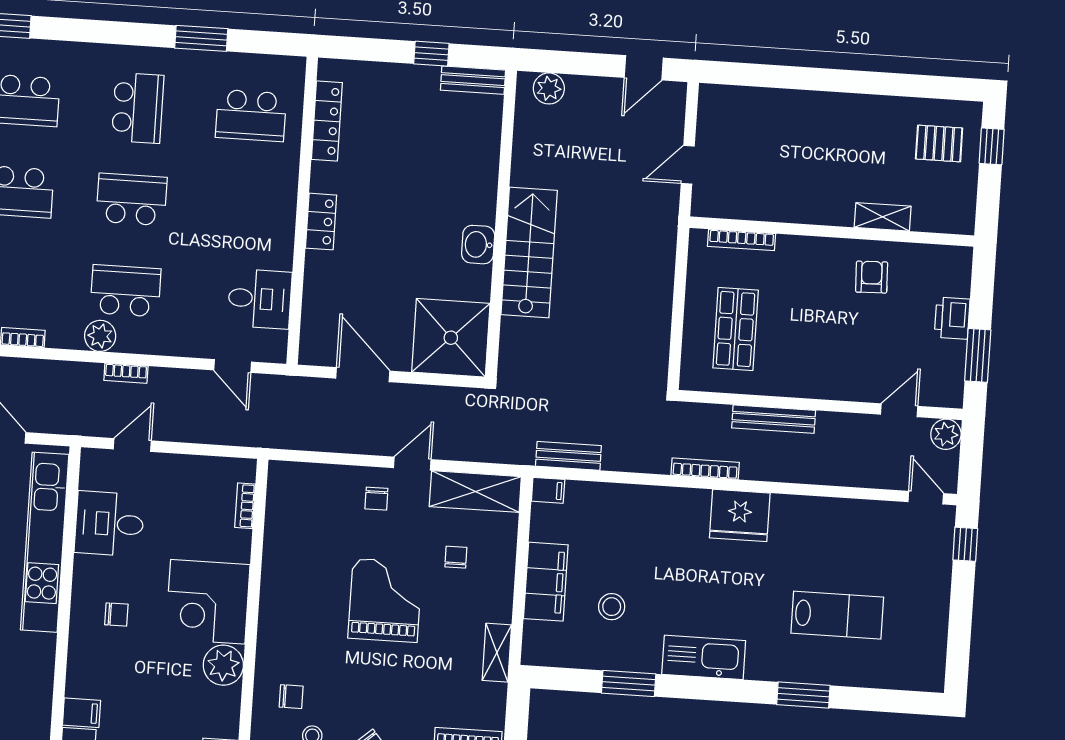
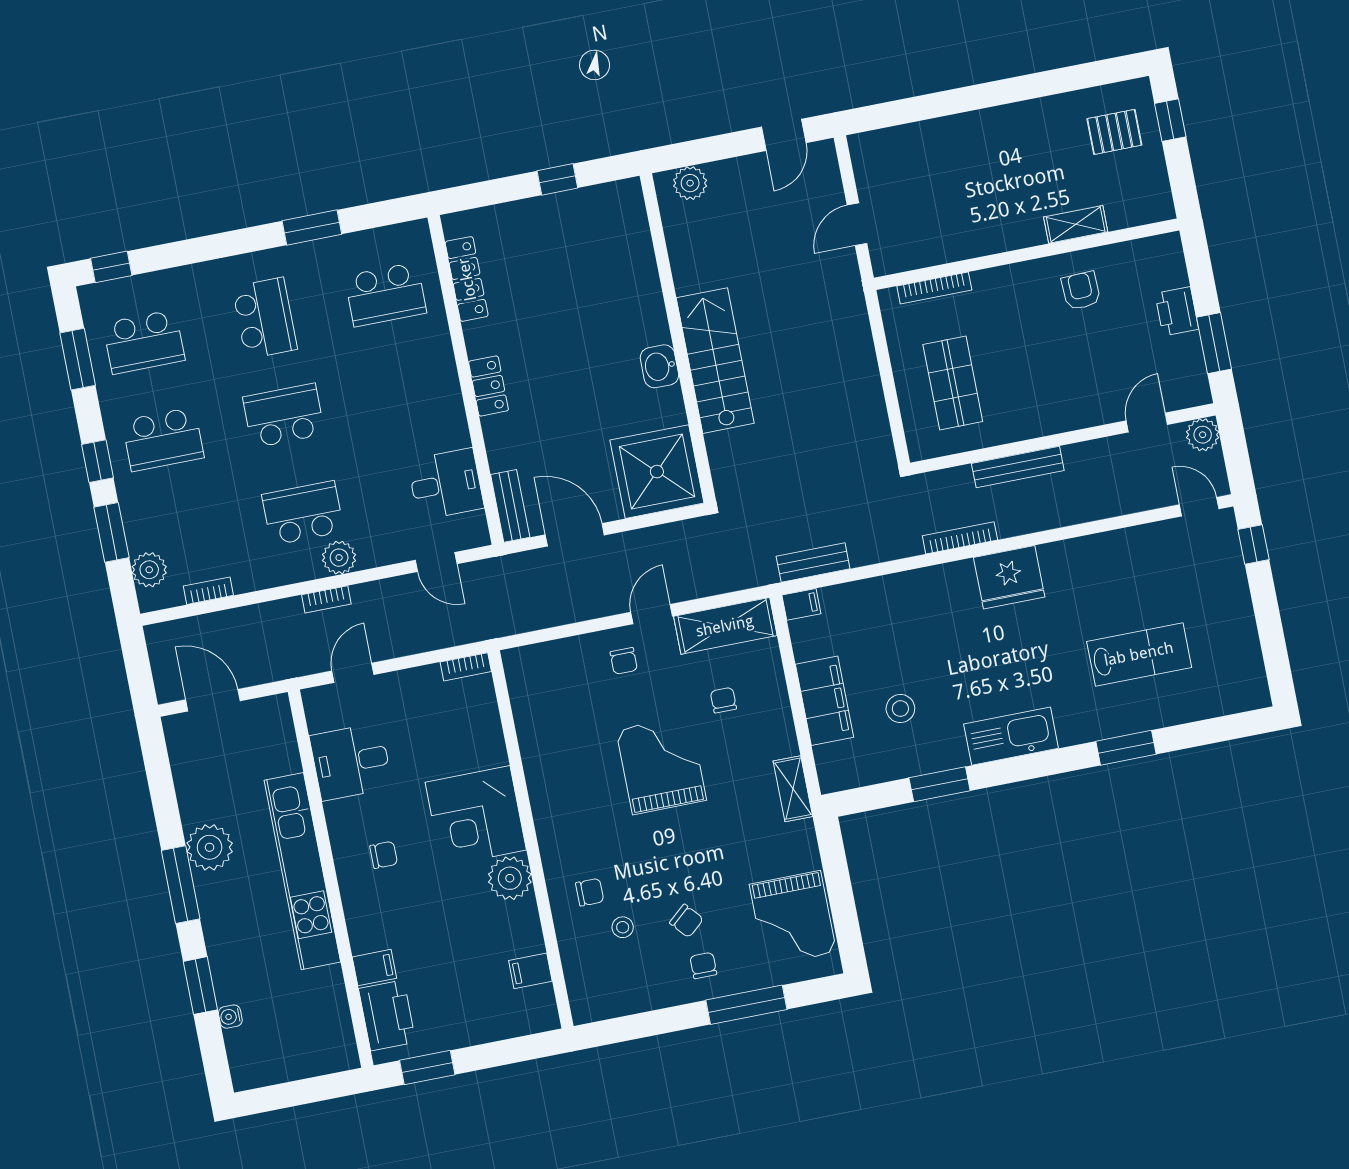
bench: (473, 80) -> (510, 506), moved, turned 90
plant: (100, 336) -> (339, 558), moved
bookcase: (245, 506) -> (466, 667), moved, turned -90
kitchen unit: (45, 542) -> (302, 871), moved

